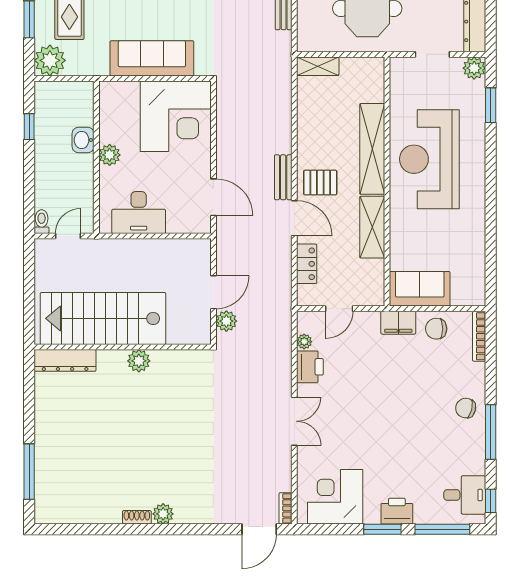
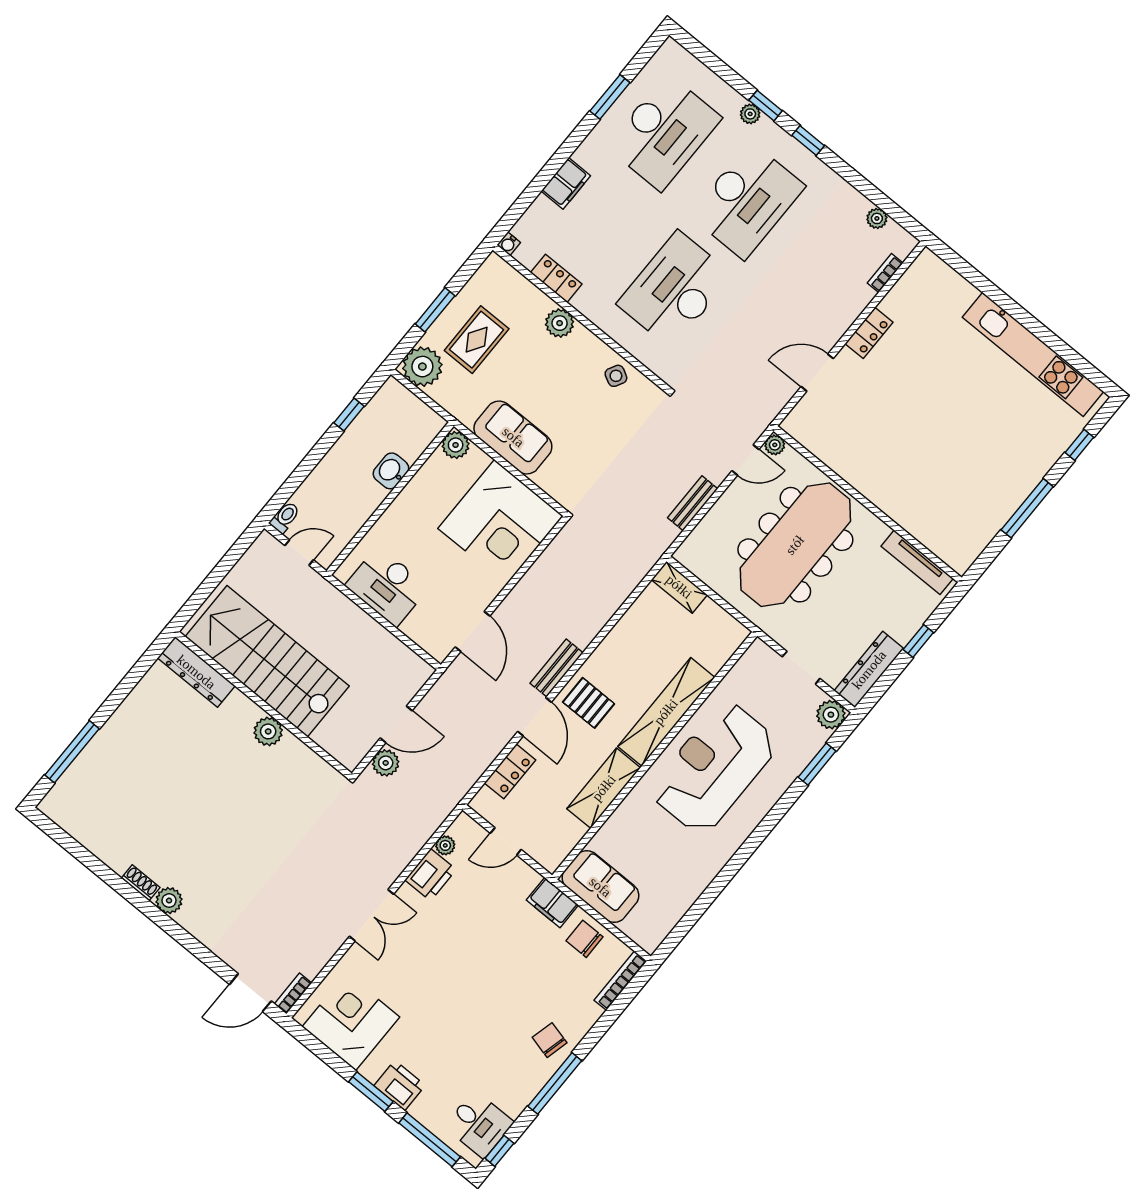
sofa: (152, 58) -> (513, 437), width x0.73
plant: (110, 155) -> (456, 445), moved

